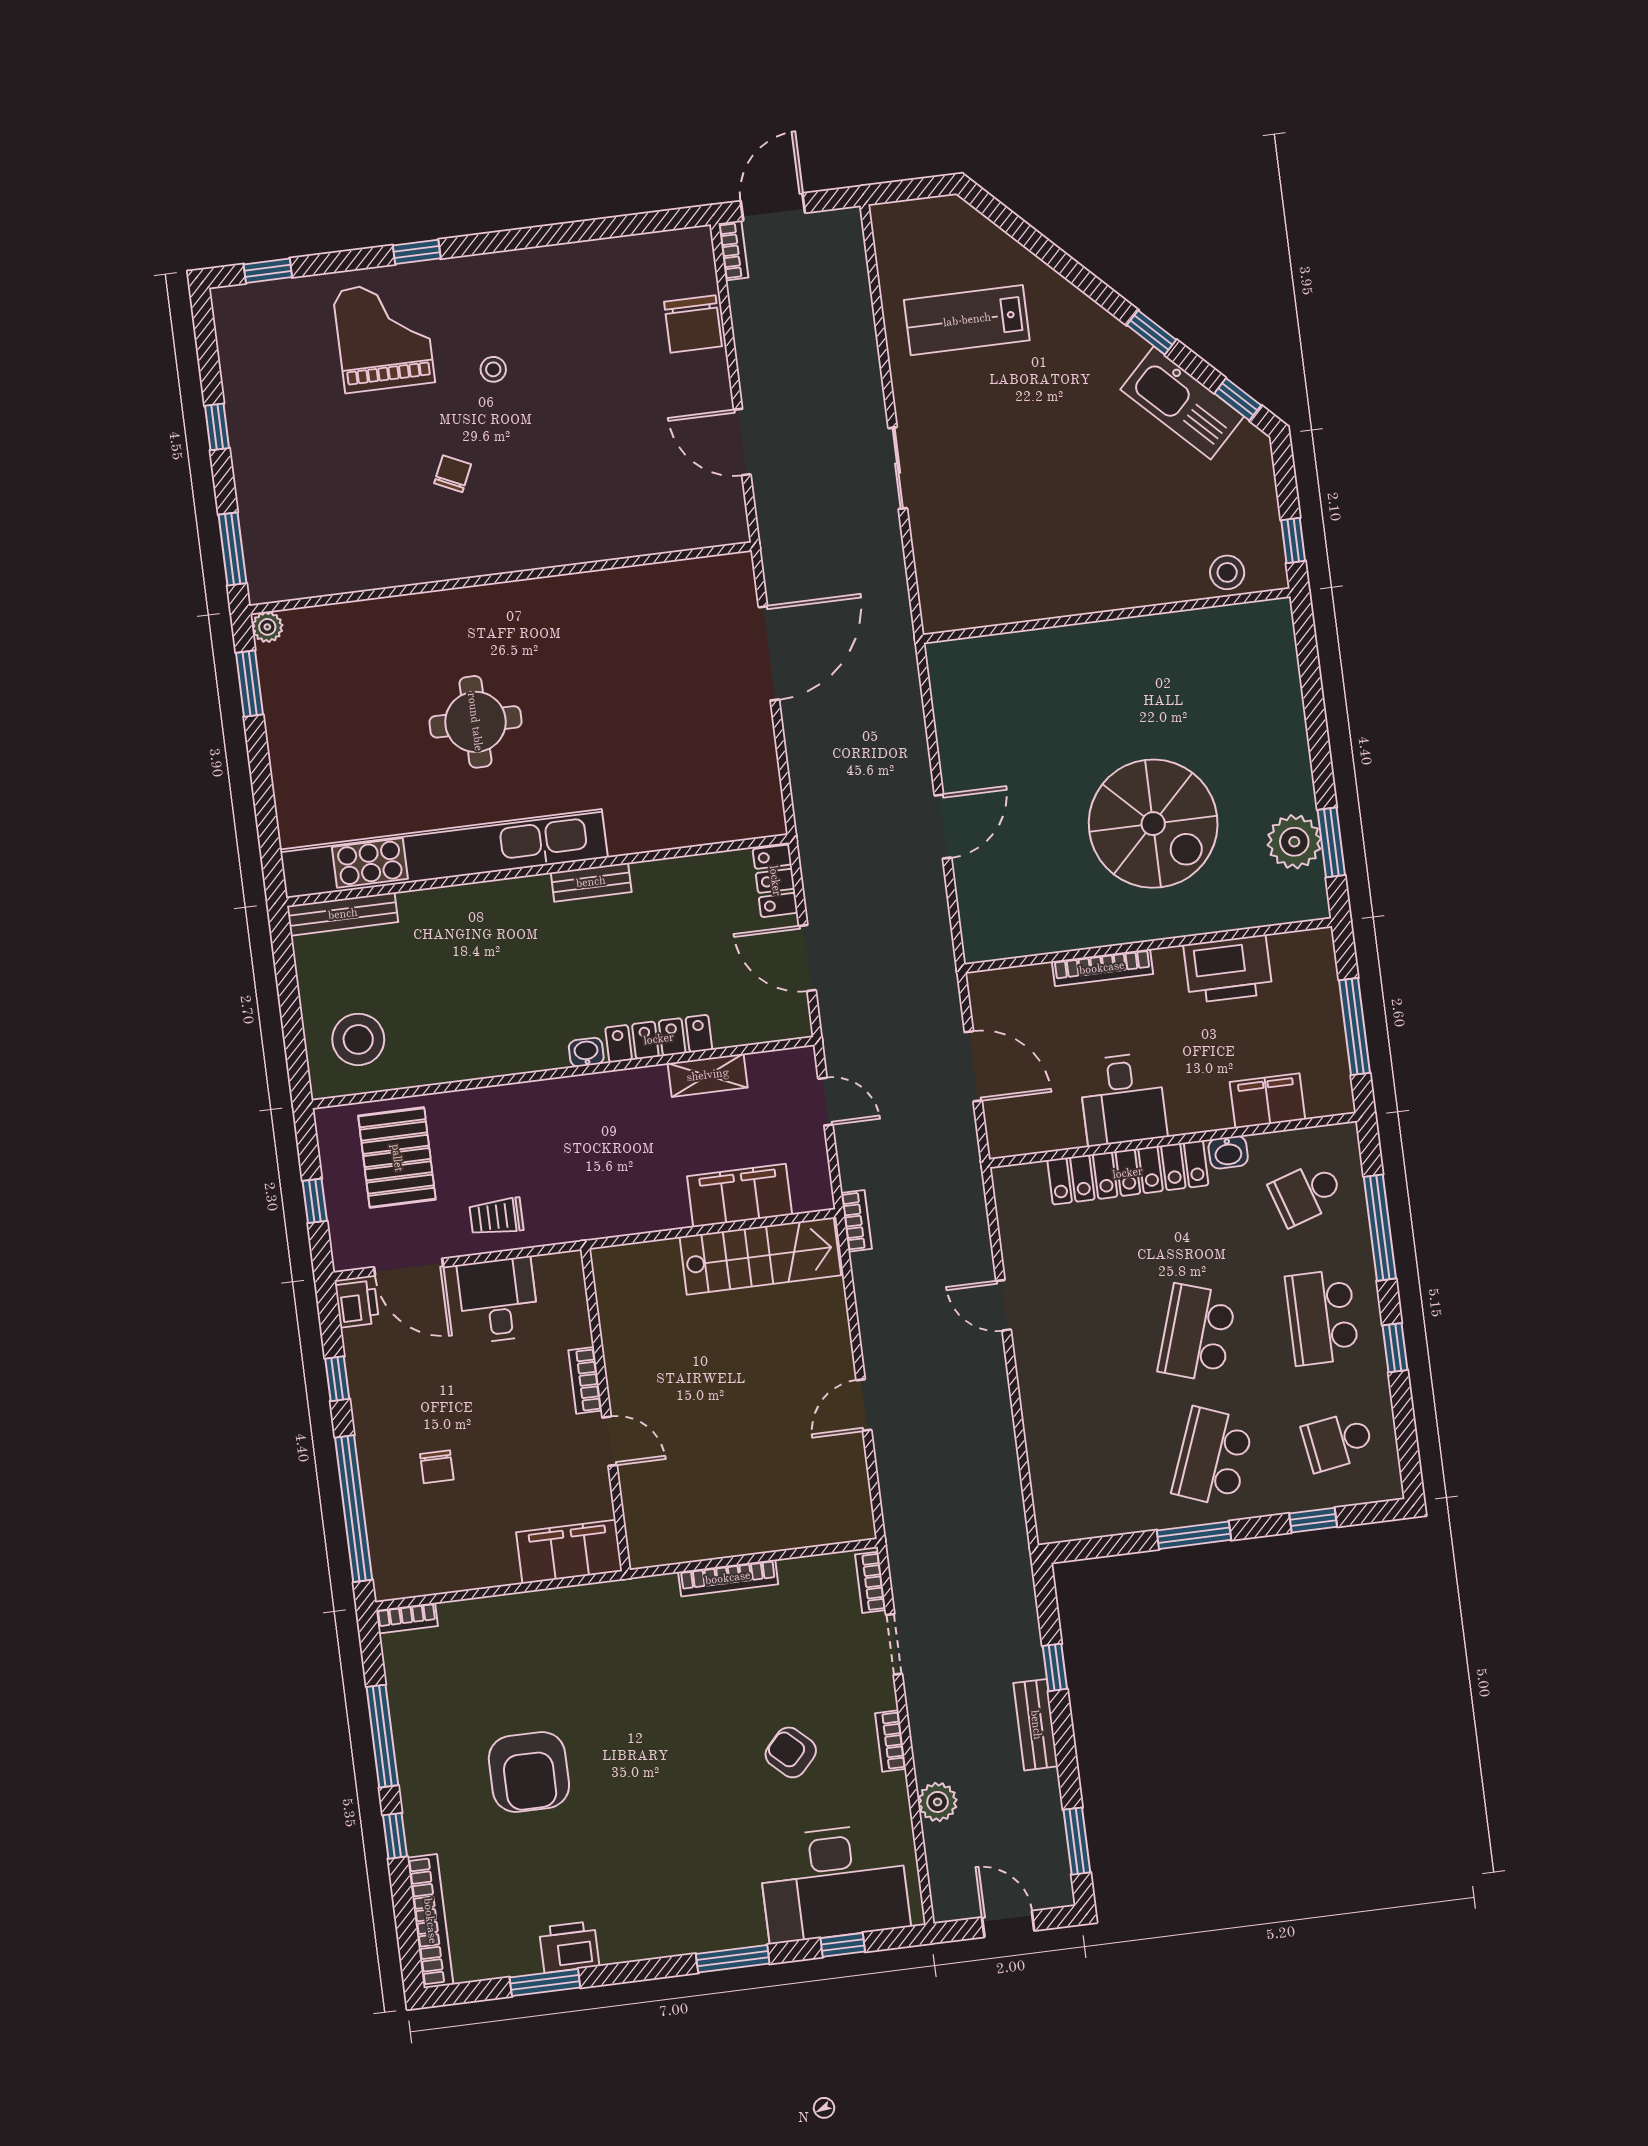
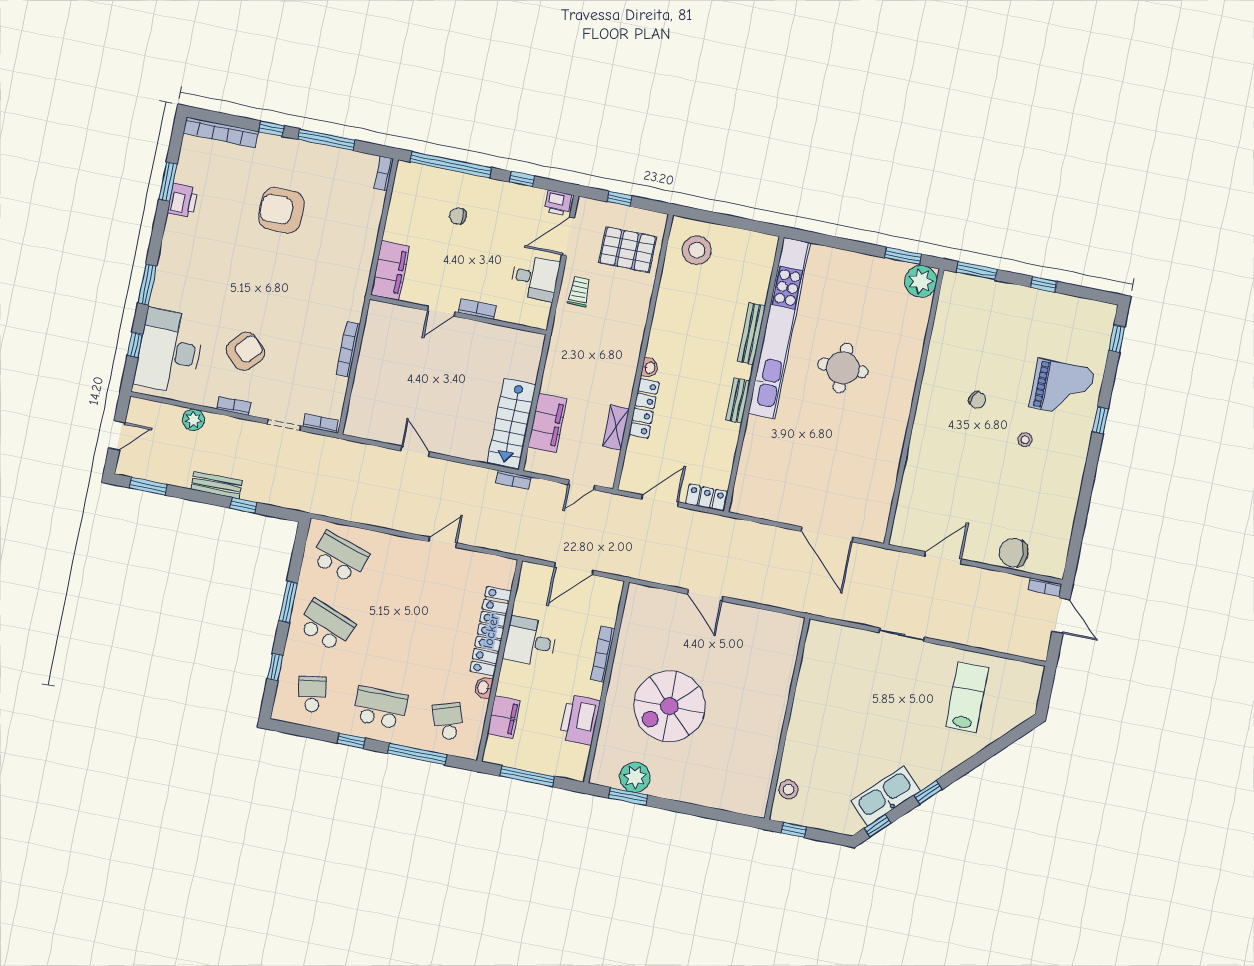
plant: (267, 627) -> (921, 281), width x1.87, depth x1.87
bench: (343, 914) -> (751, 334), moved
school desk: (1197, 1333) -> (340, 557), moved
armchair: (791, 1752) -> (245, 351), width x1.38, depth x1.38

